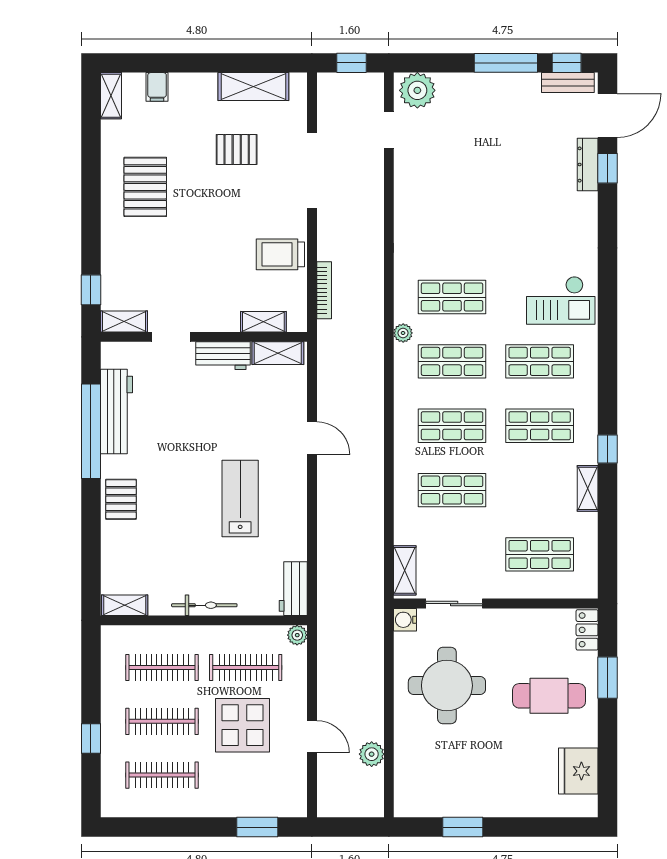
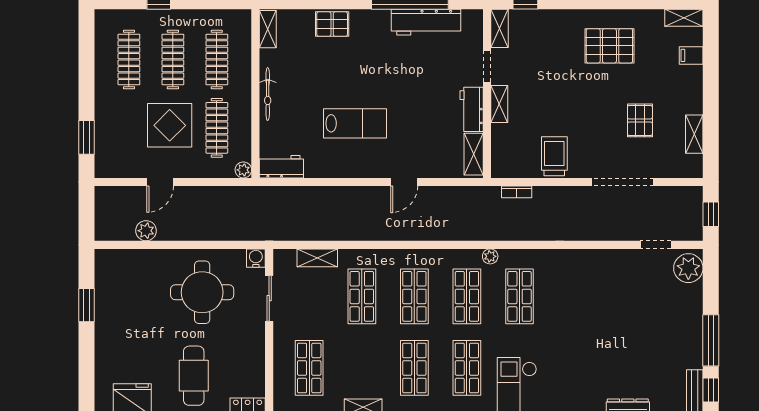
shelving: (253, 87) -> (694, 134), width x0.67, depth x0.75
bookcase: (324, 290) -> (517, 192), width x0.64
shelving: (263, 322) -> (499, 104), moved
pallet: (121, 499) -> (332, 24), moved
shelving: (405, 570) -> (317, 258), moved

